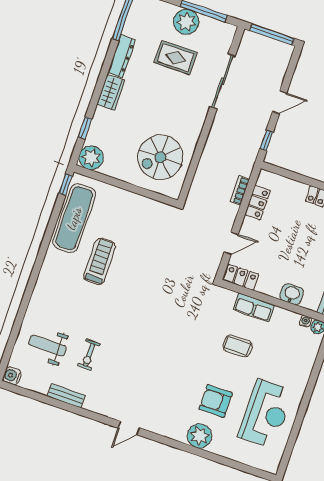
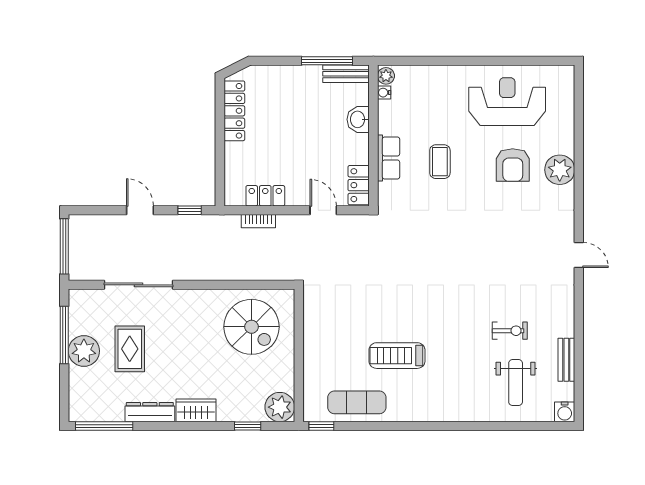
exercise mat: (74, 218) -> (357, 402), width x0.73, depth x0.69
bench: (66, 396) -> (566, 360), moved

